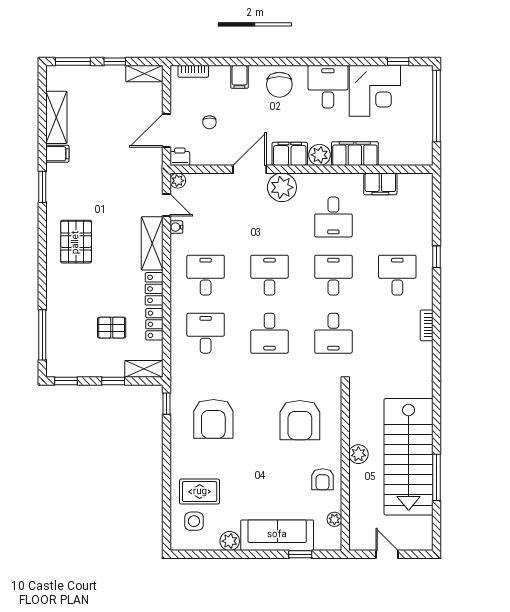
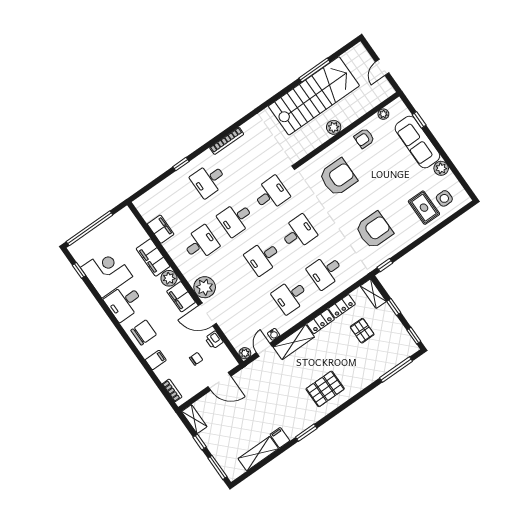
printer: (180, 157) -> (214, 340), moved
bookcase: (427, 325) -> (227, 141), width x1.56
armchair: (323, 479) -> (364, 138), turned 180

